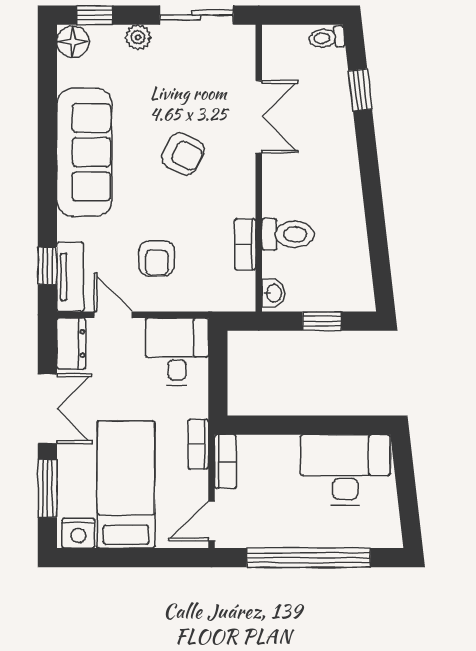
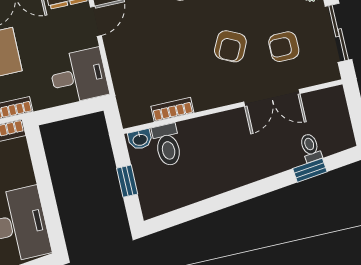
toilet: (327, 38) -> (310, 148), moved
toilet: (288, 234) -> (167, 145), moved
armchair: (157, 258) -> (284, 47), moved

